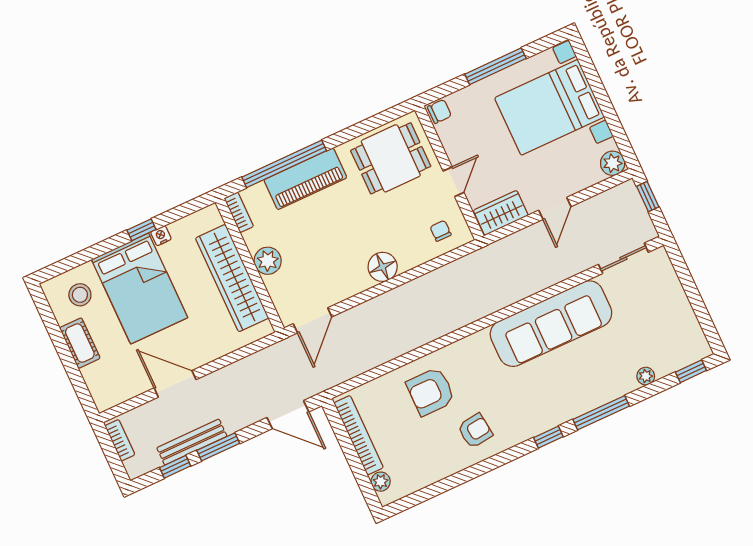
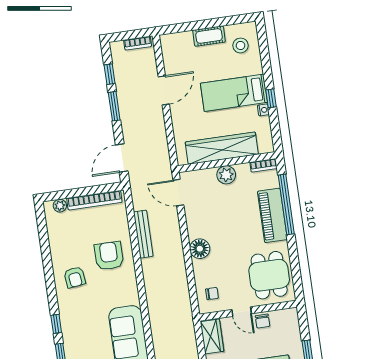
chair: (439, 111) -> (263, 321), moved
bed: (140, 289) -> (234, 93), width x0.67
bench: (192, 442) -> (143, 234), moved

